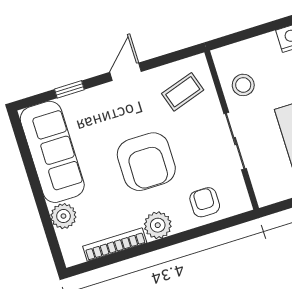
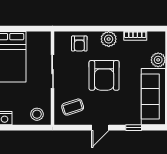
stool: (243, 85) -> (37, 114), moved
armchair: (146, 162) -> (104, 75), turned 180
bookcase: (115, 245) -> (135, 36), width x0.64

